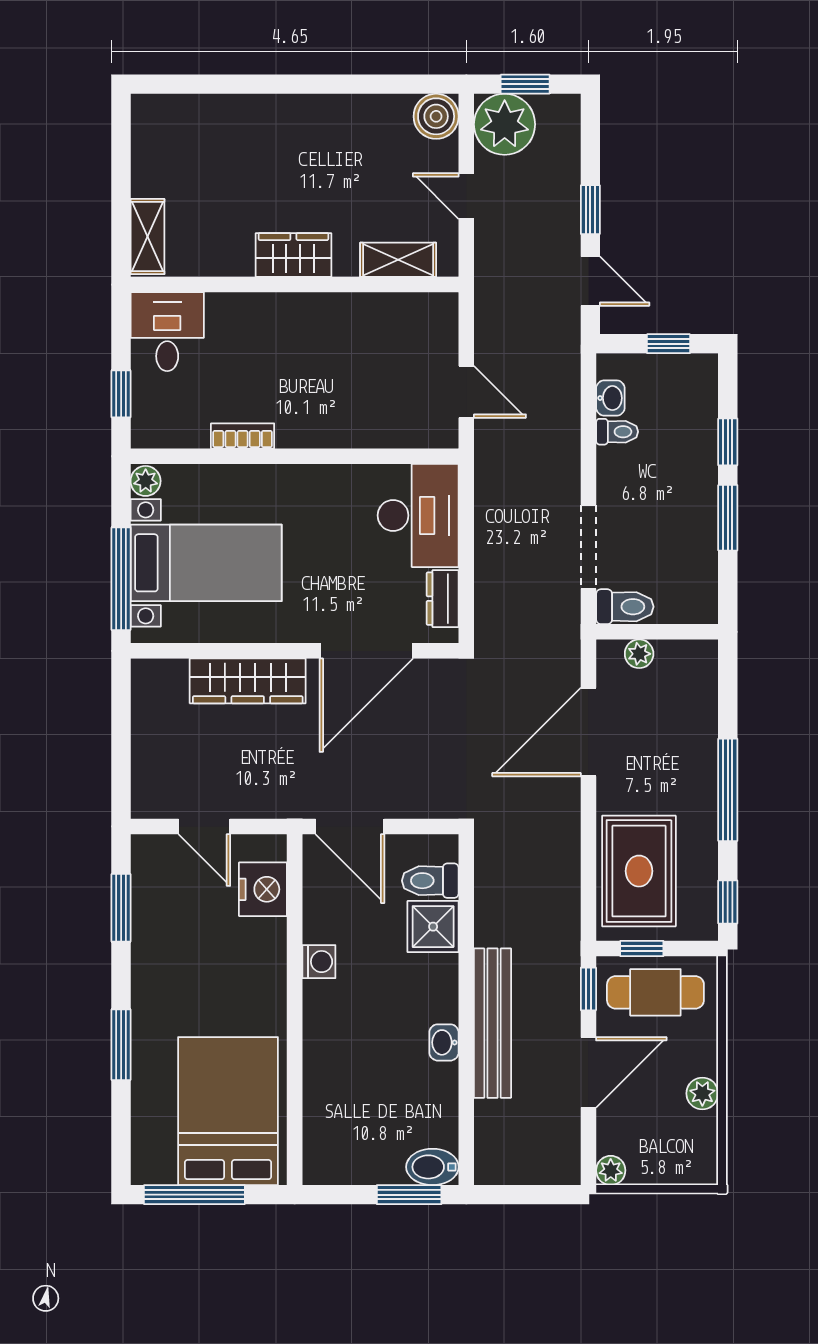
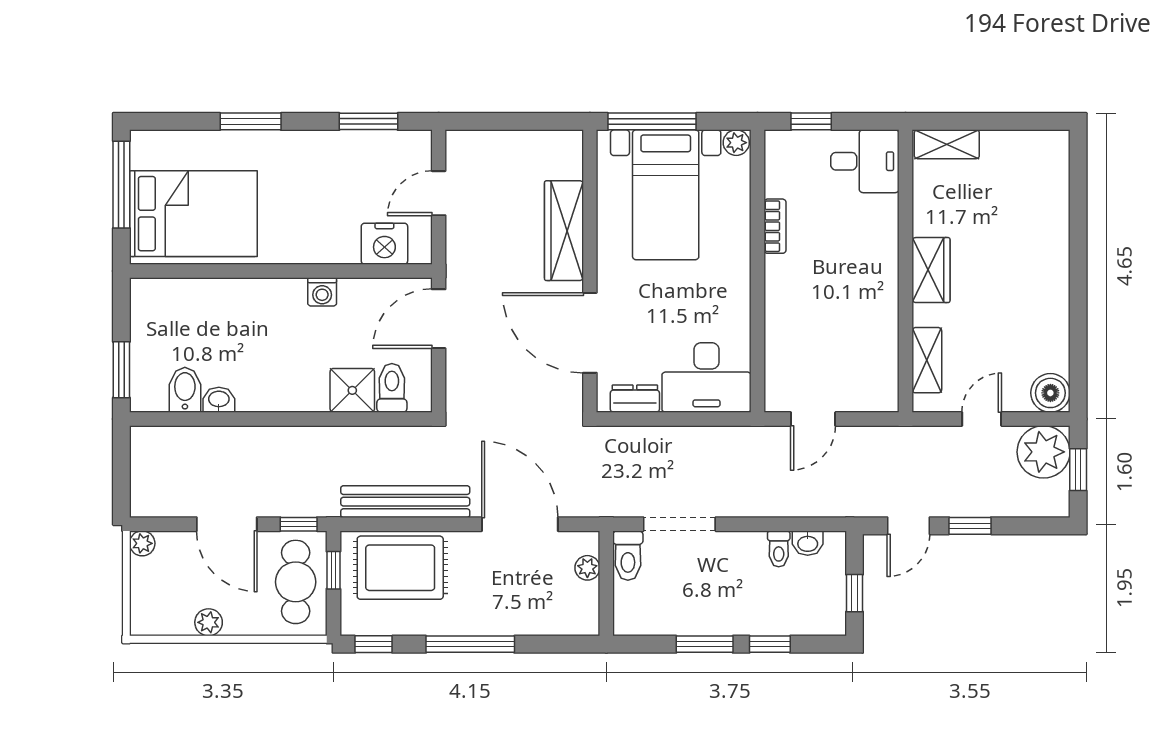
bench: (493, 1023) -> (405, 502), moved
washbasin: (444, 1042) -> (219, 400), moved
bidet: (432, 1167) -> (185, 390), moved

